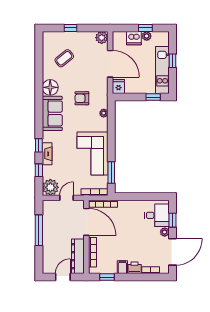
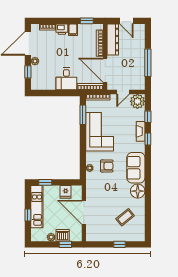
window: (145, 28) -> (65, 244), moved
plant: (102, 38) -> (91, 236), removed
fridge: (118, 86) -> (66, 192), moved
armchair: (82, 98) -> (107, 166), moved
desk: (157, 215) -> (66, 79), moved, turned -90
door: (63, 277) -> (126, 21), hinge flipped

